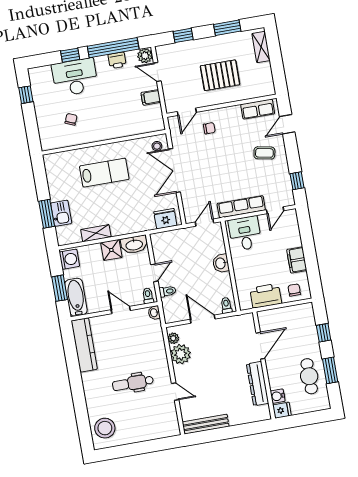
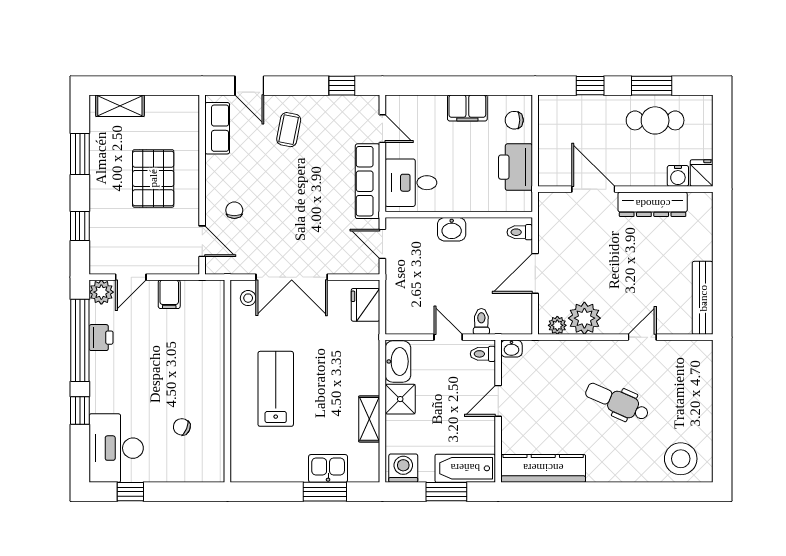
desk: (75, 77) -> (116, 448), moved
dental chair: (133, 383) -> (617, 402), turned 114

